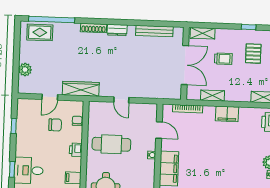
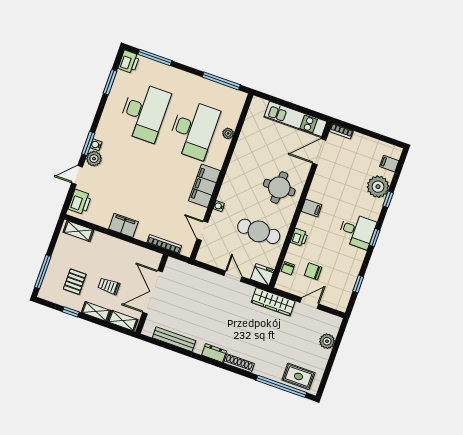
shelving: (213, 96) -> (96, 311), moved
fridge: (97, 109) -> (262, 275), added

